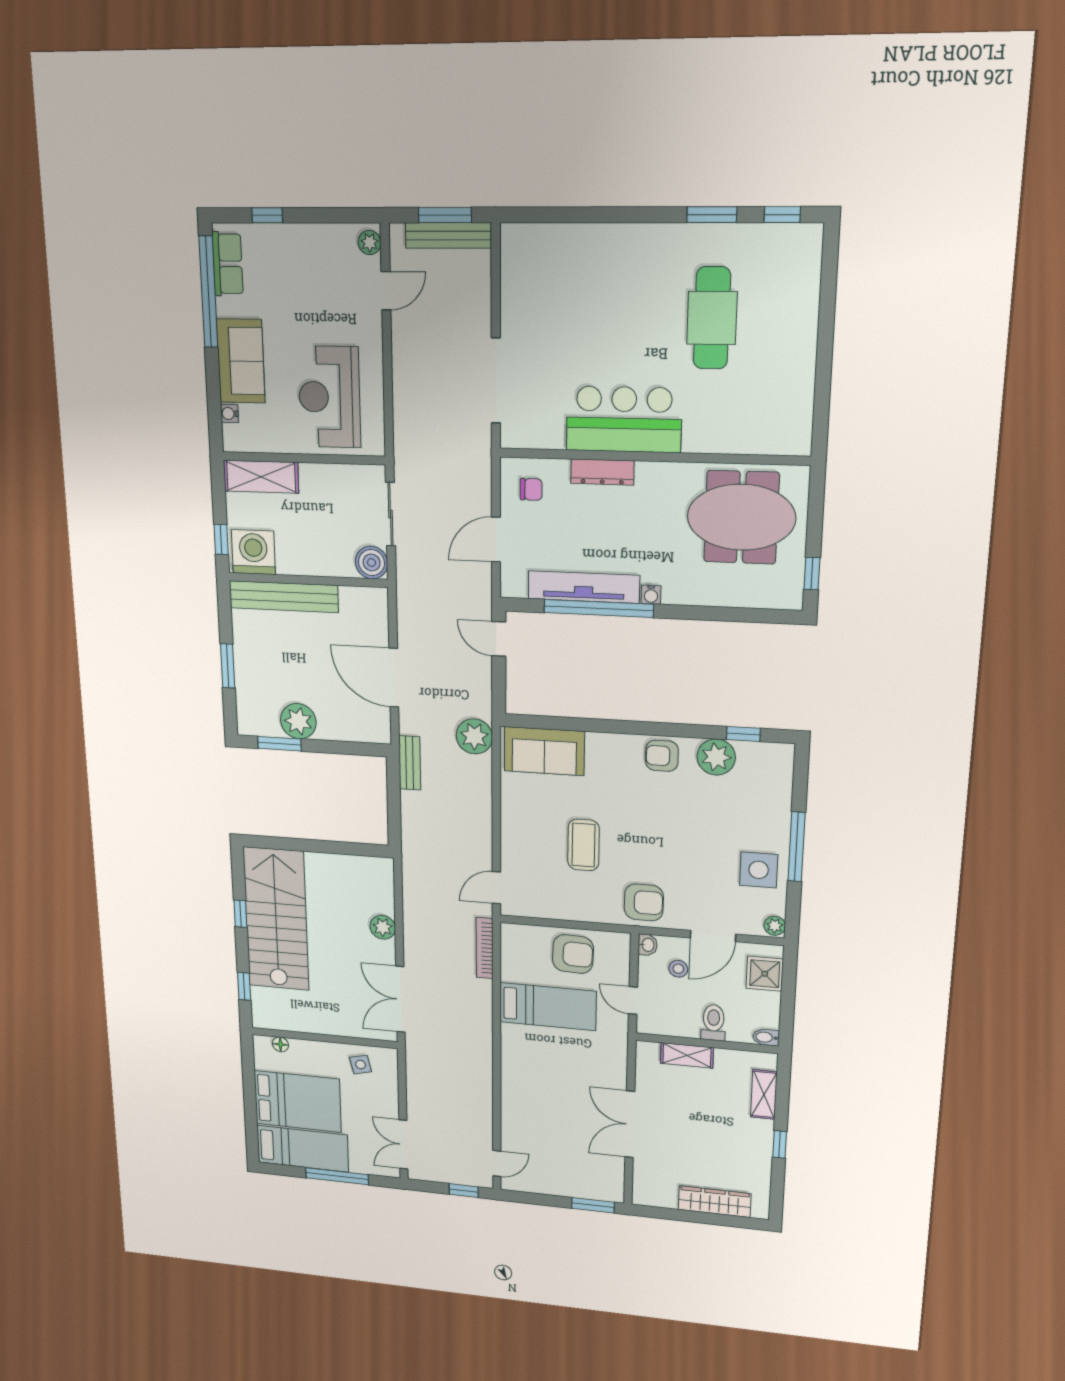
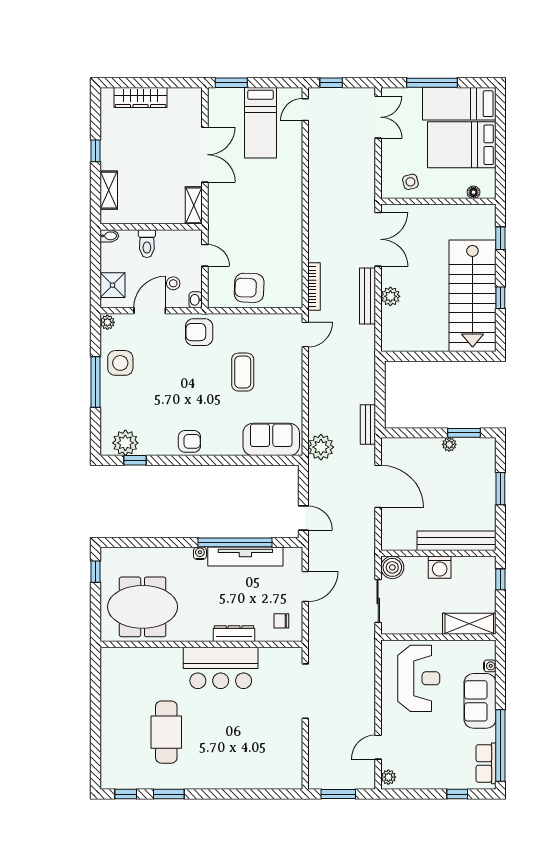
bench: (448, 235) -> (368, 296), moved, turned 90
washing machine: (253, 552) -> (440, 567), moved, width x0.73, depth x0.73
plant: (298, 721) -> (449, 444), width x0.53, depth x0.53
plant: (716, 757) -> (125, 443), moved
bed: (548, 1007) -> (261, 123), moved, turned -90
shelving: (687, 1055) -> (194, 205), moved, turned 90

